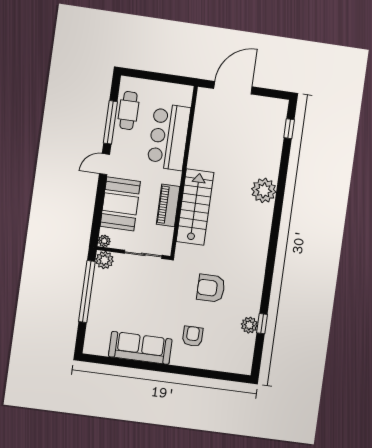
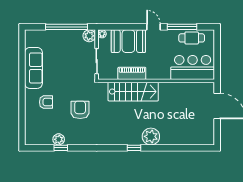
window: (289, 129) -> (134, 148), moved
bar counter: (169, 137) -> (193, 67), moved

